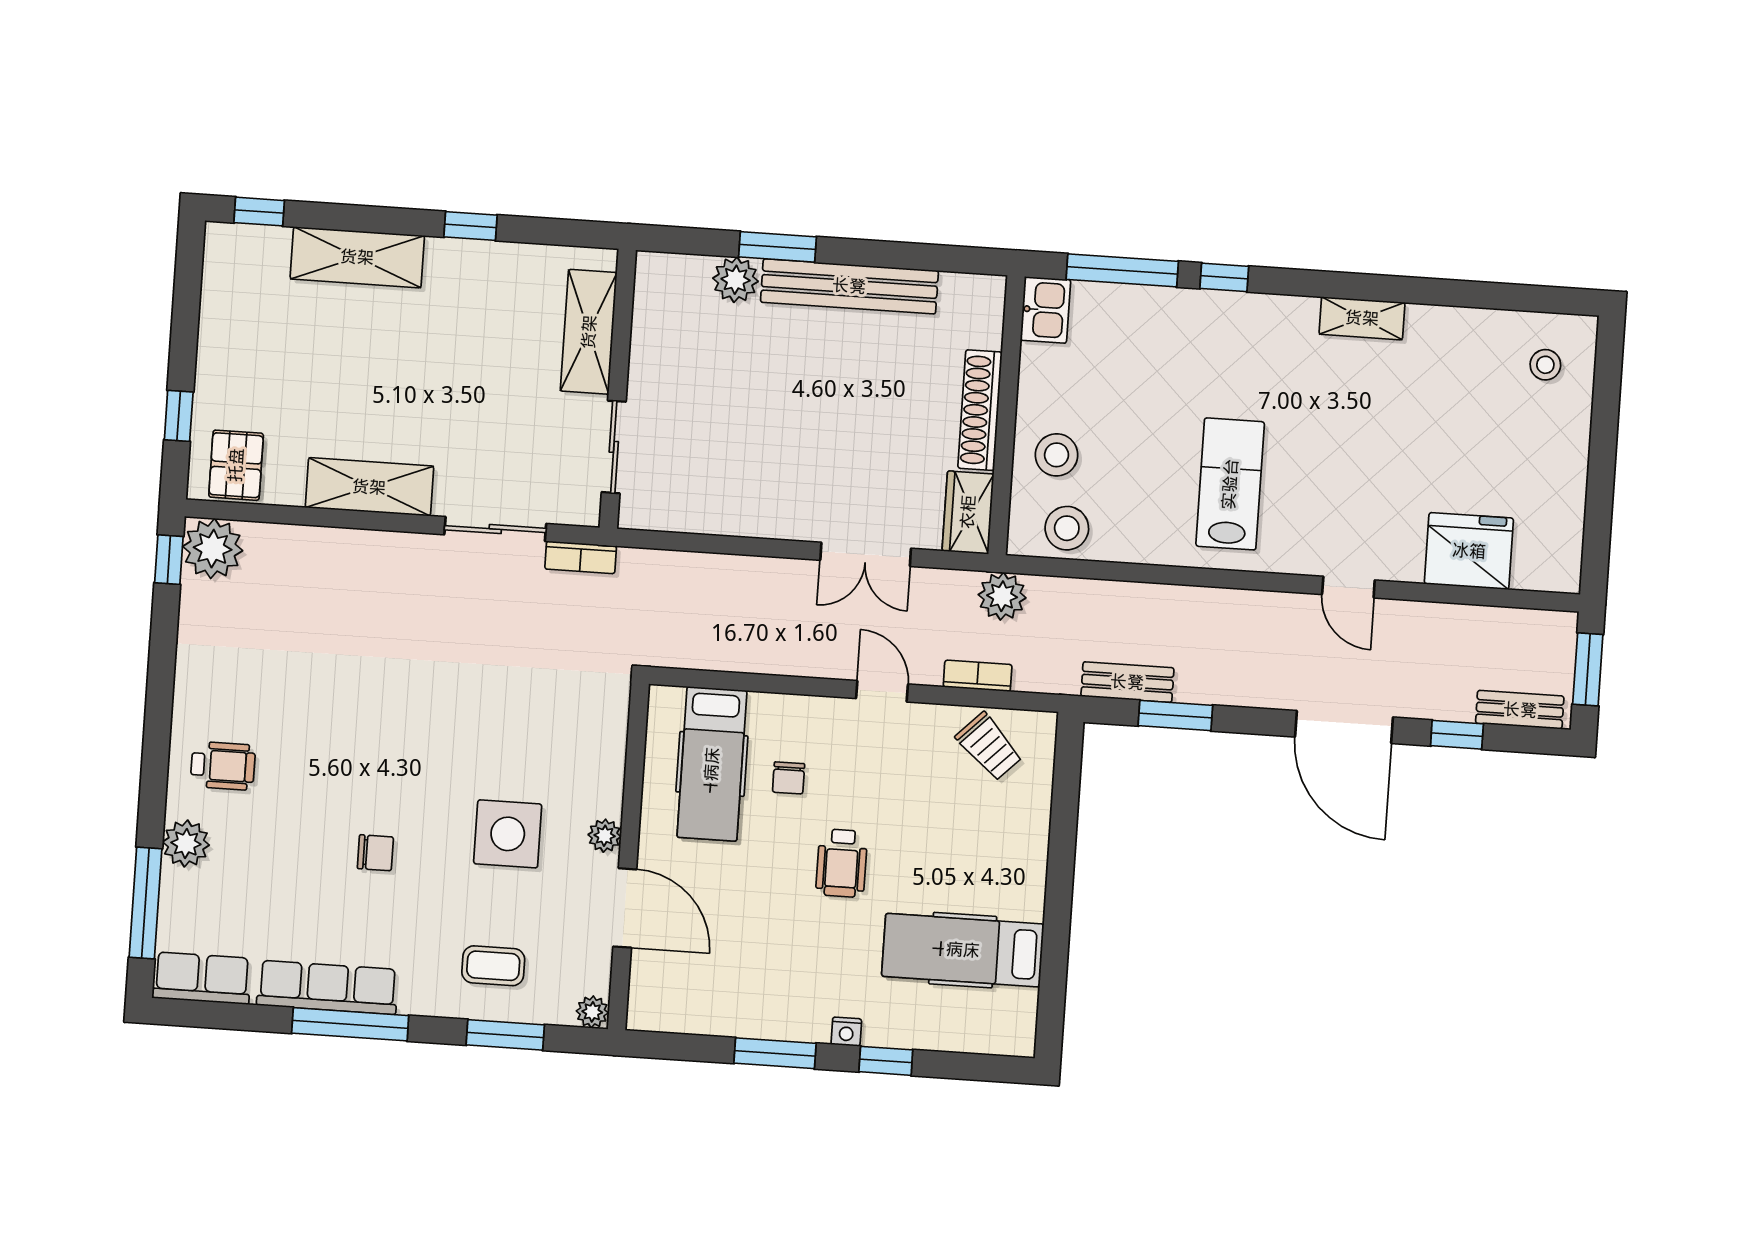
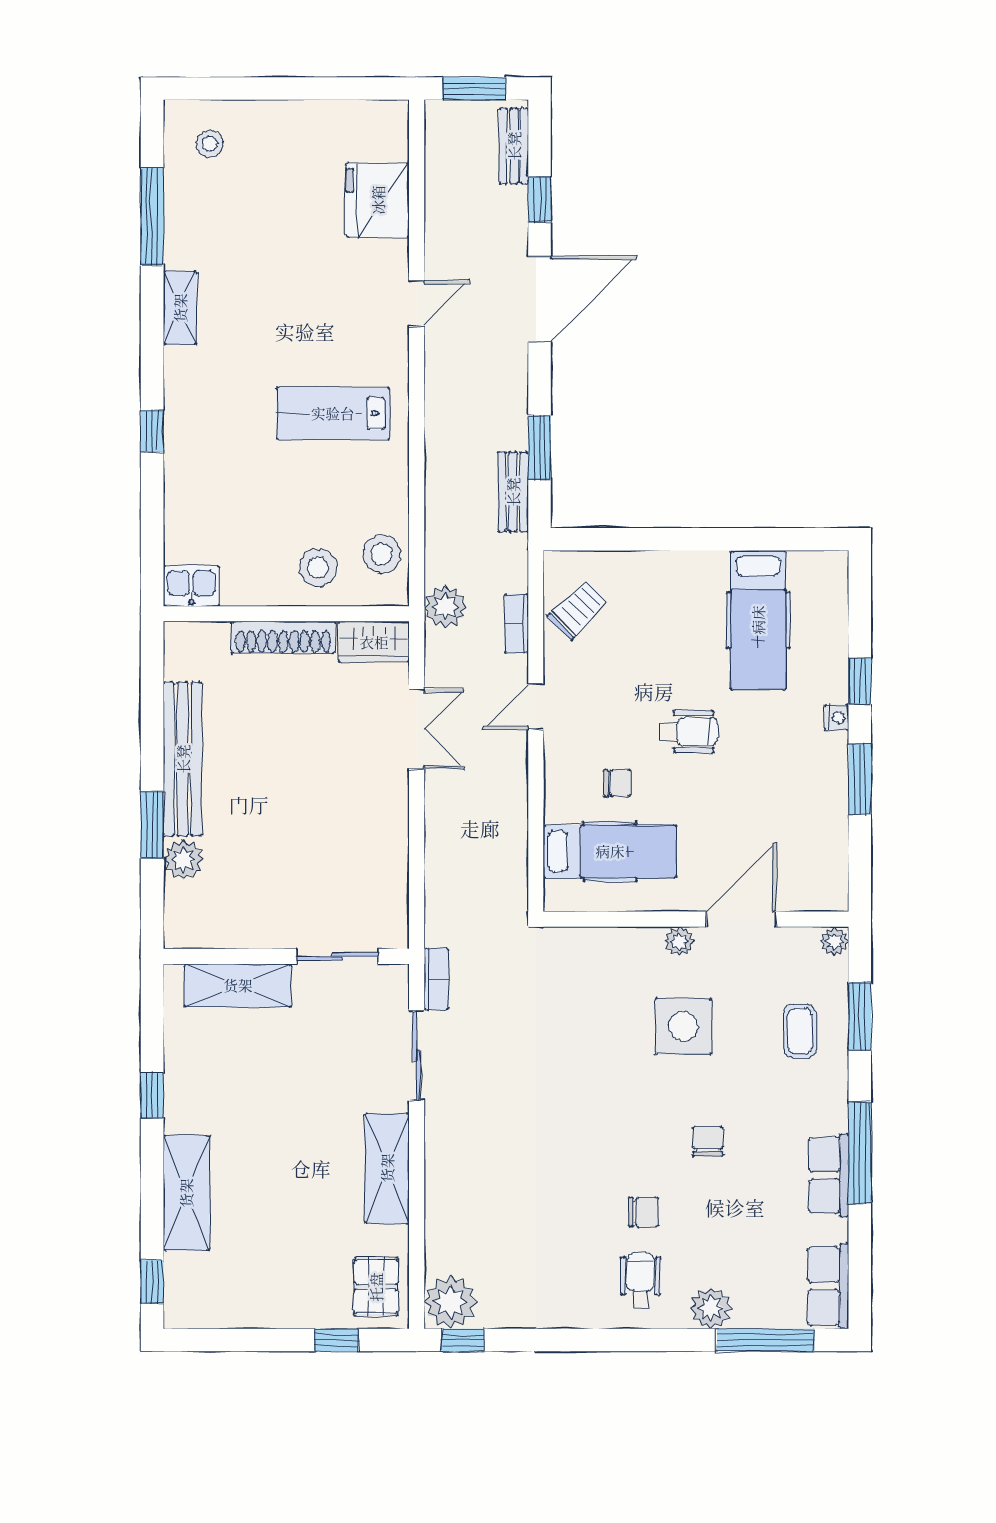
window: (1122, 270) -> (152, 216), moved
pallet: (236, 465) -> (376, 1287), turned 90
chair: (300, 774) -> (643, 1212), added
row of seats: (327, 987) -> (829, 1175), width x0.68

